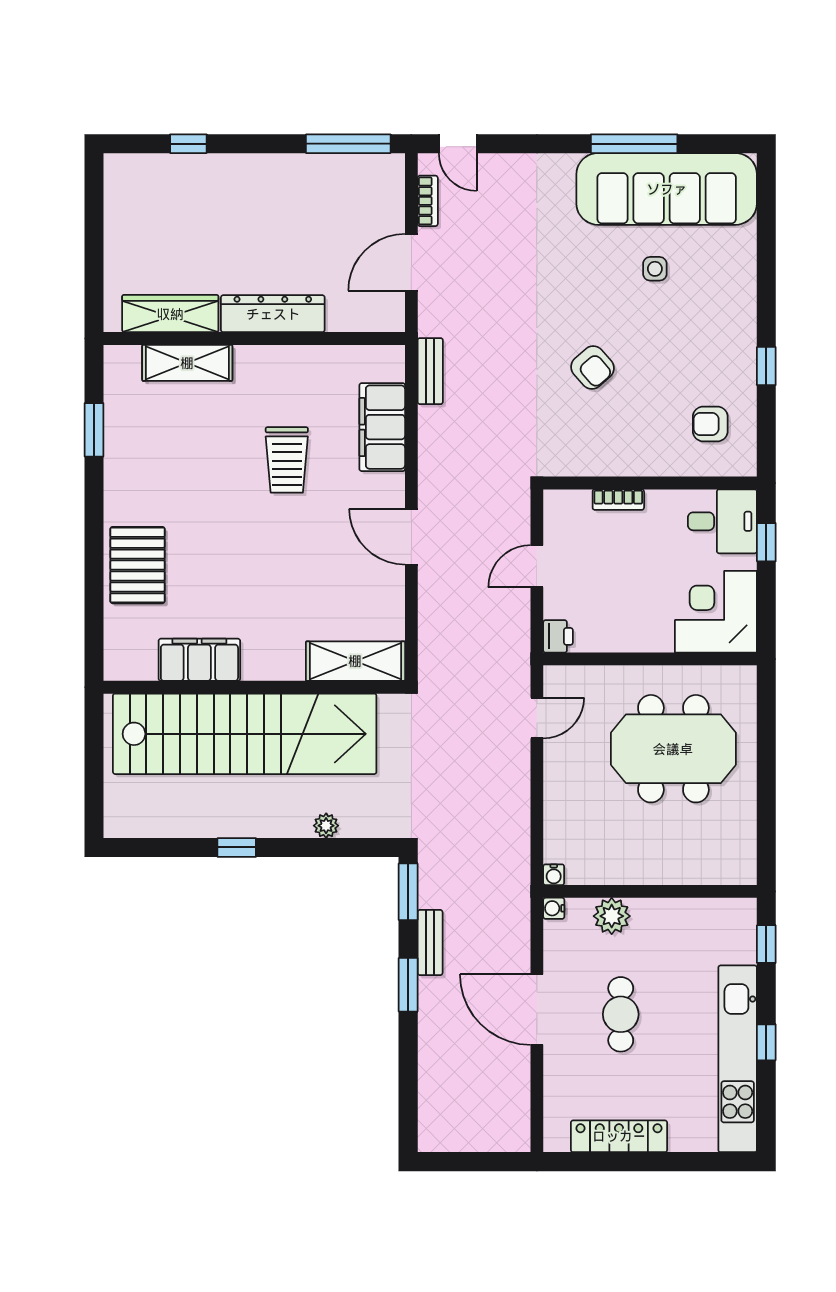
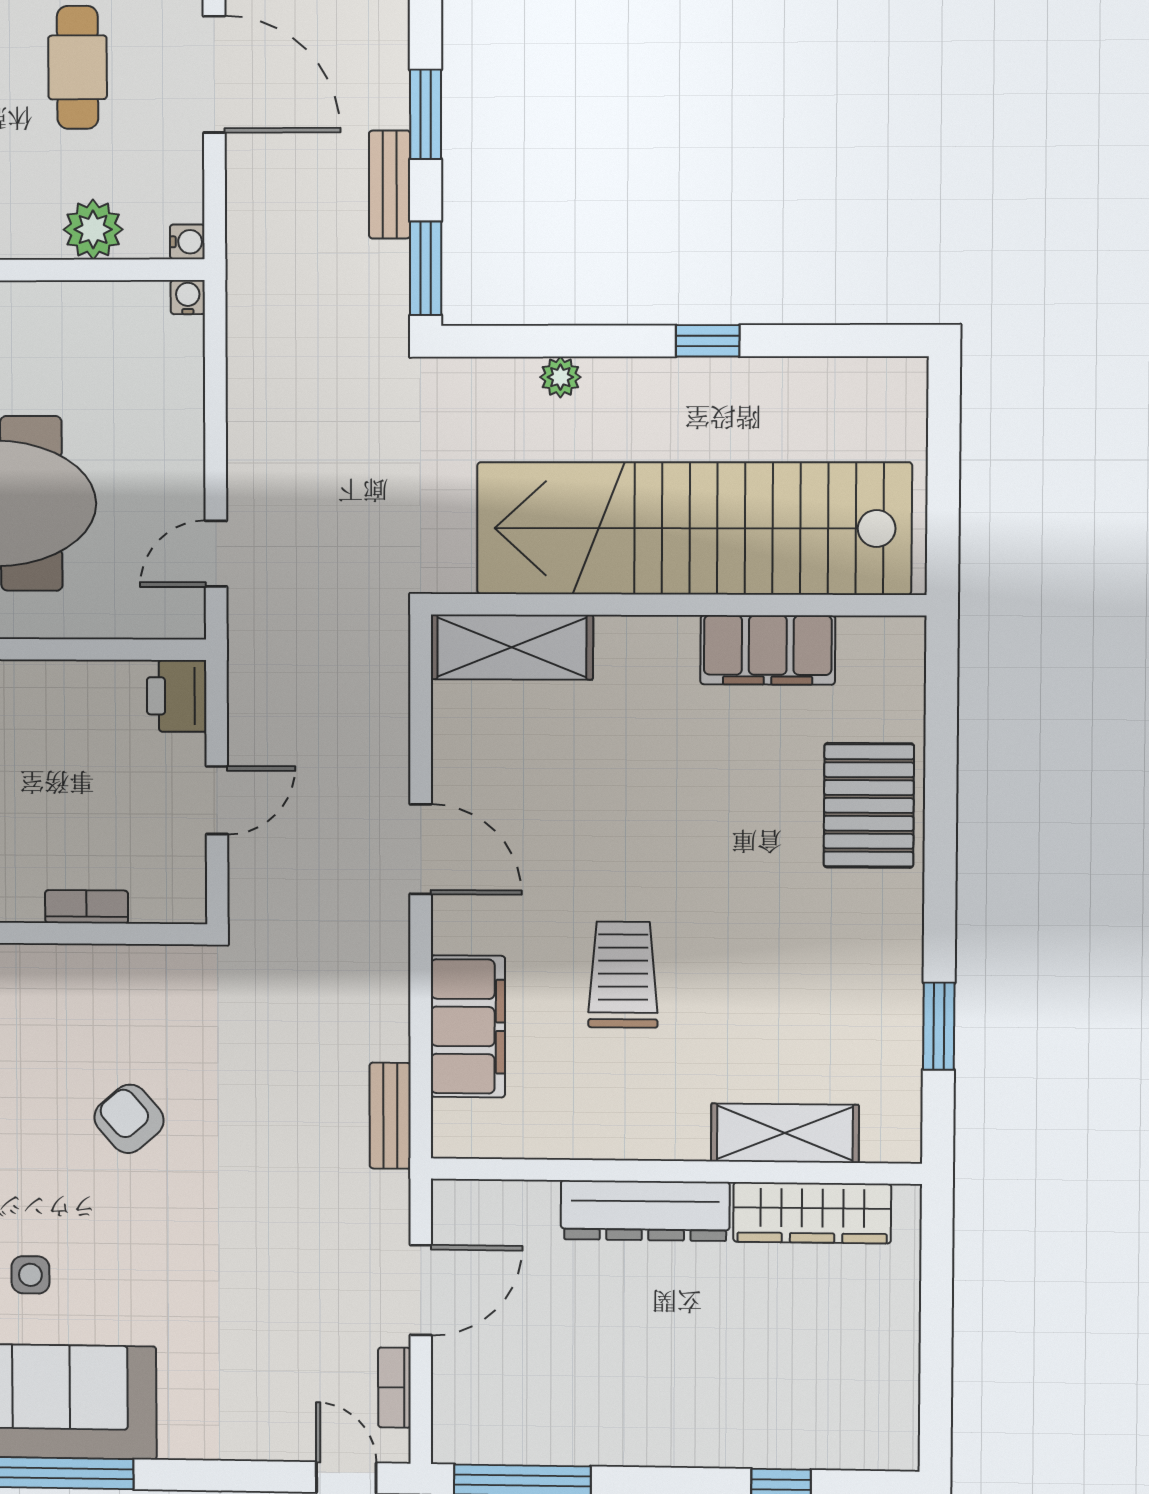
printer: (558, 636) -> (177, 696), width x1.36, depth x1.24

